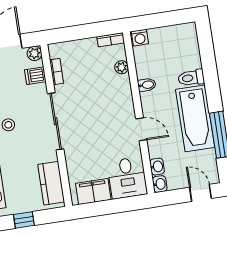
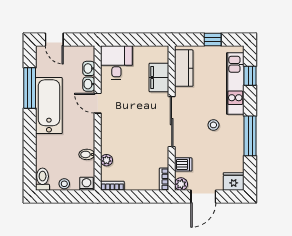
stool: (165, 34) -> (64, 184), added
bookcase: (57, 72) -> (164, 179), moved
toilet: (191, 78) -> (43, 179), moved, turned -90
bidet: (147, 85) -> (87, 154), moved
washbasin: (160, 184) -> (89, 84), moved
filing cabinet: (93, 191) -> (159, 78), moved, turned 90

